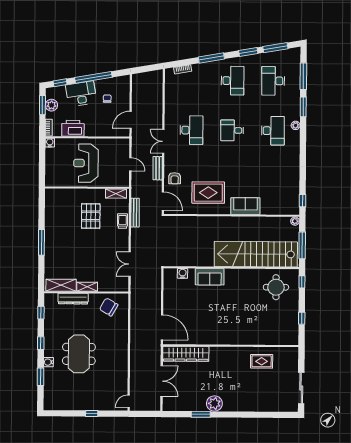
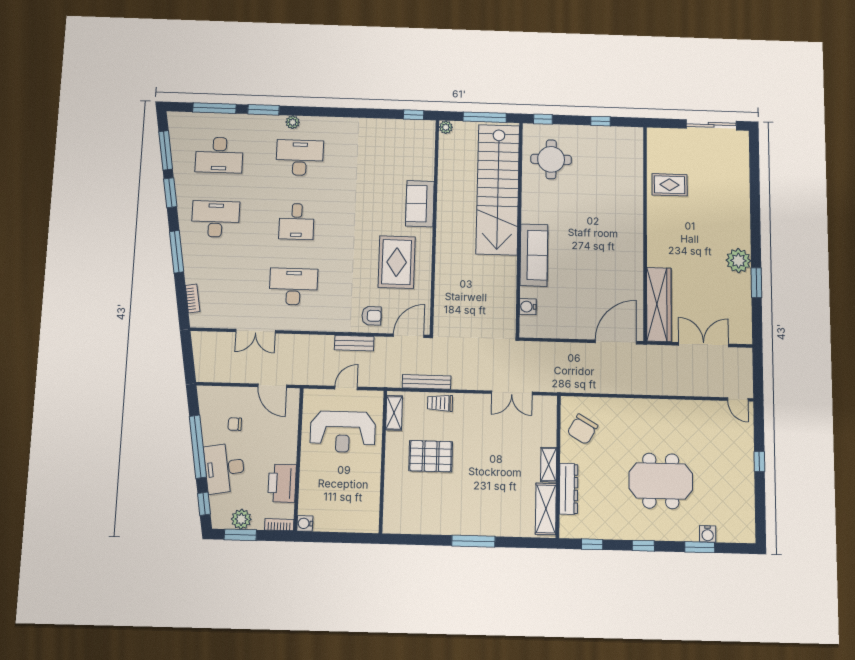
double door: (163, 141) -> (256, 331), moved
reception desk: (86, 163) -> (343, 432), moved
sofa: (210, 277) -> (534, 255), width x1.36
rug: (262, 361) -> (670, 185), turned 90
water cooler: (48, 362) -> (708, 534), moved

